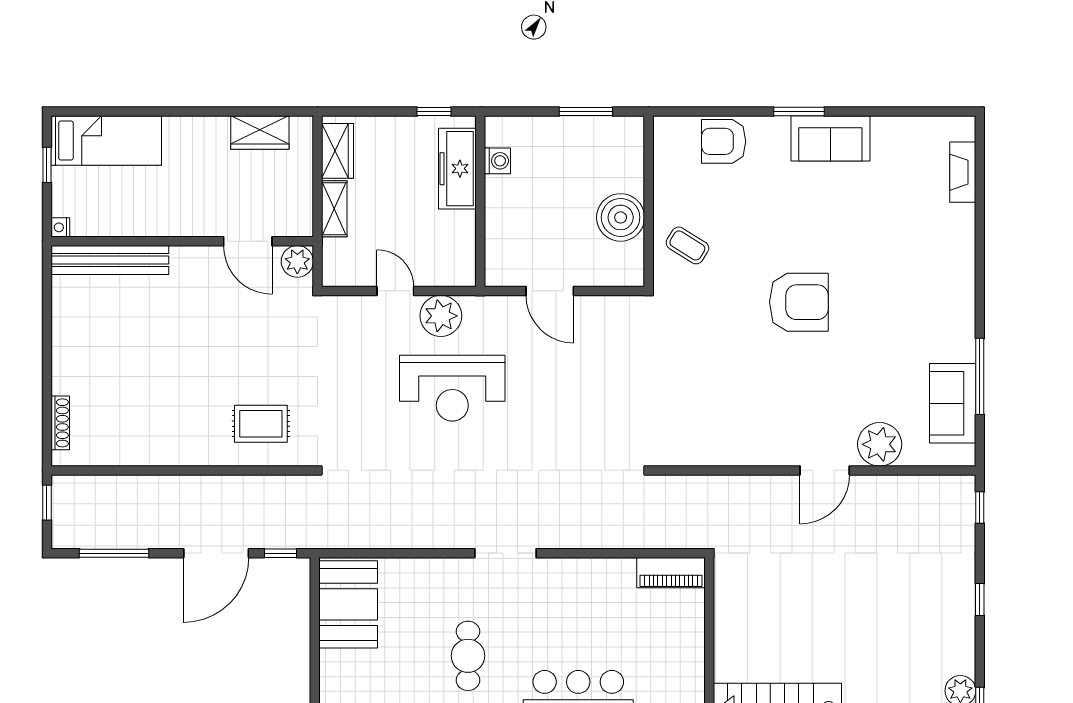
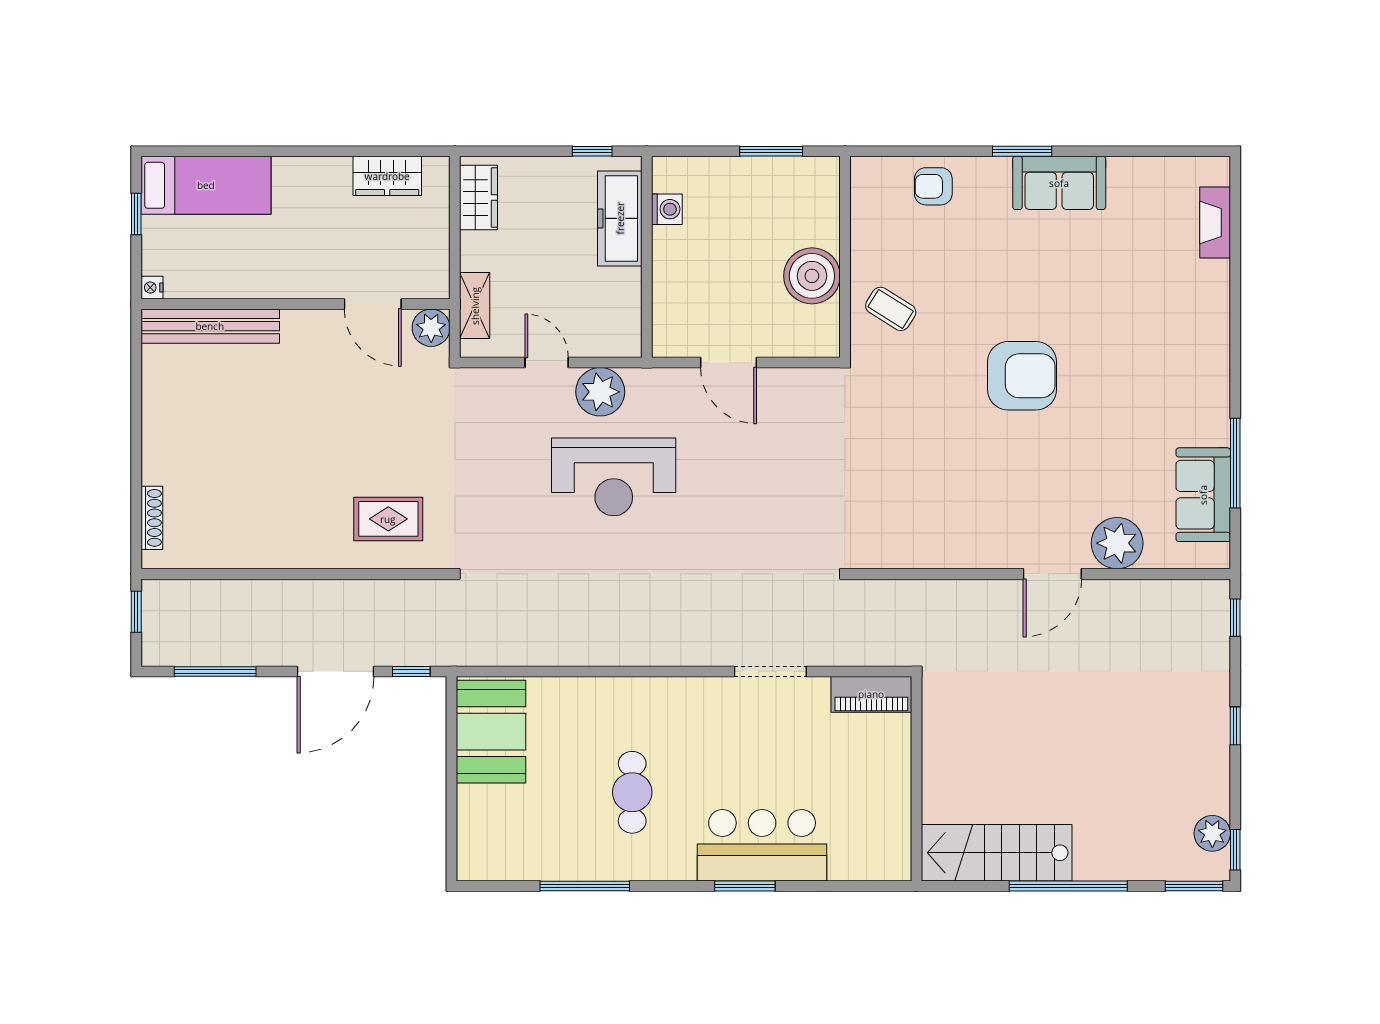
armchair: (724, 141) -> (933, 186), width x0.72, depth x0.72
shelving: (334, 209) -> (475, 306), moved
doorway: (505, 553) -> (770, 671), moved

